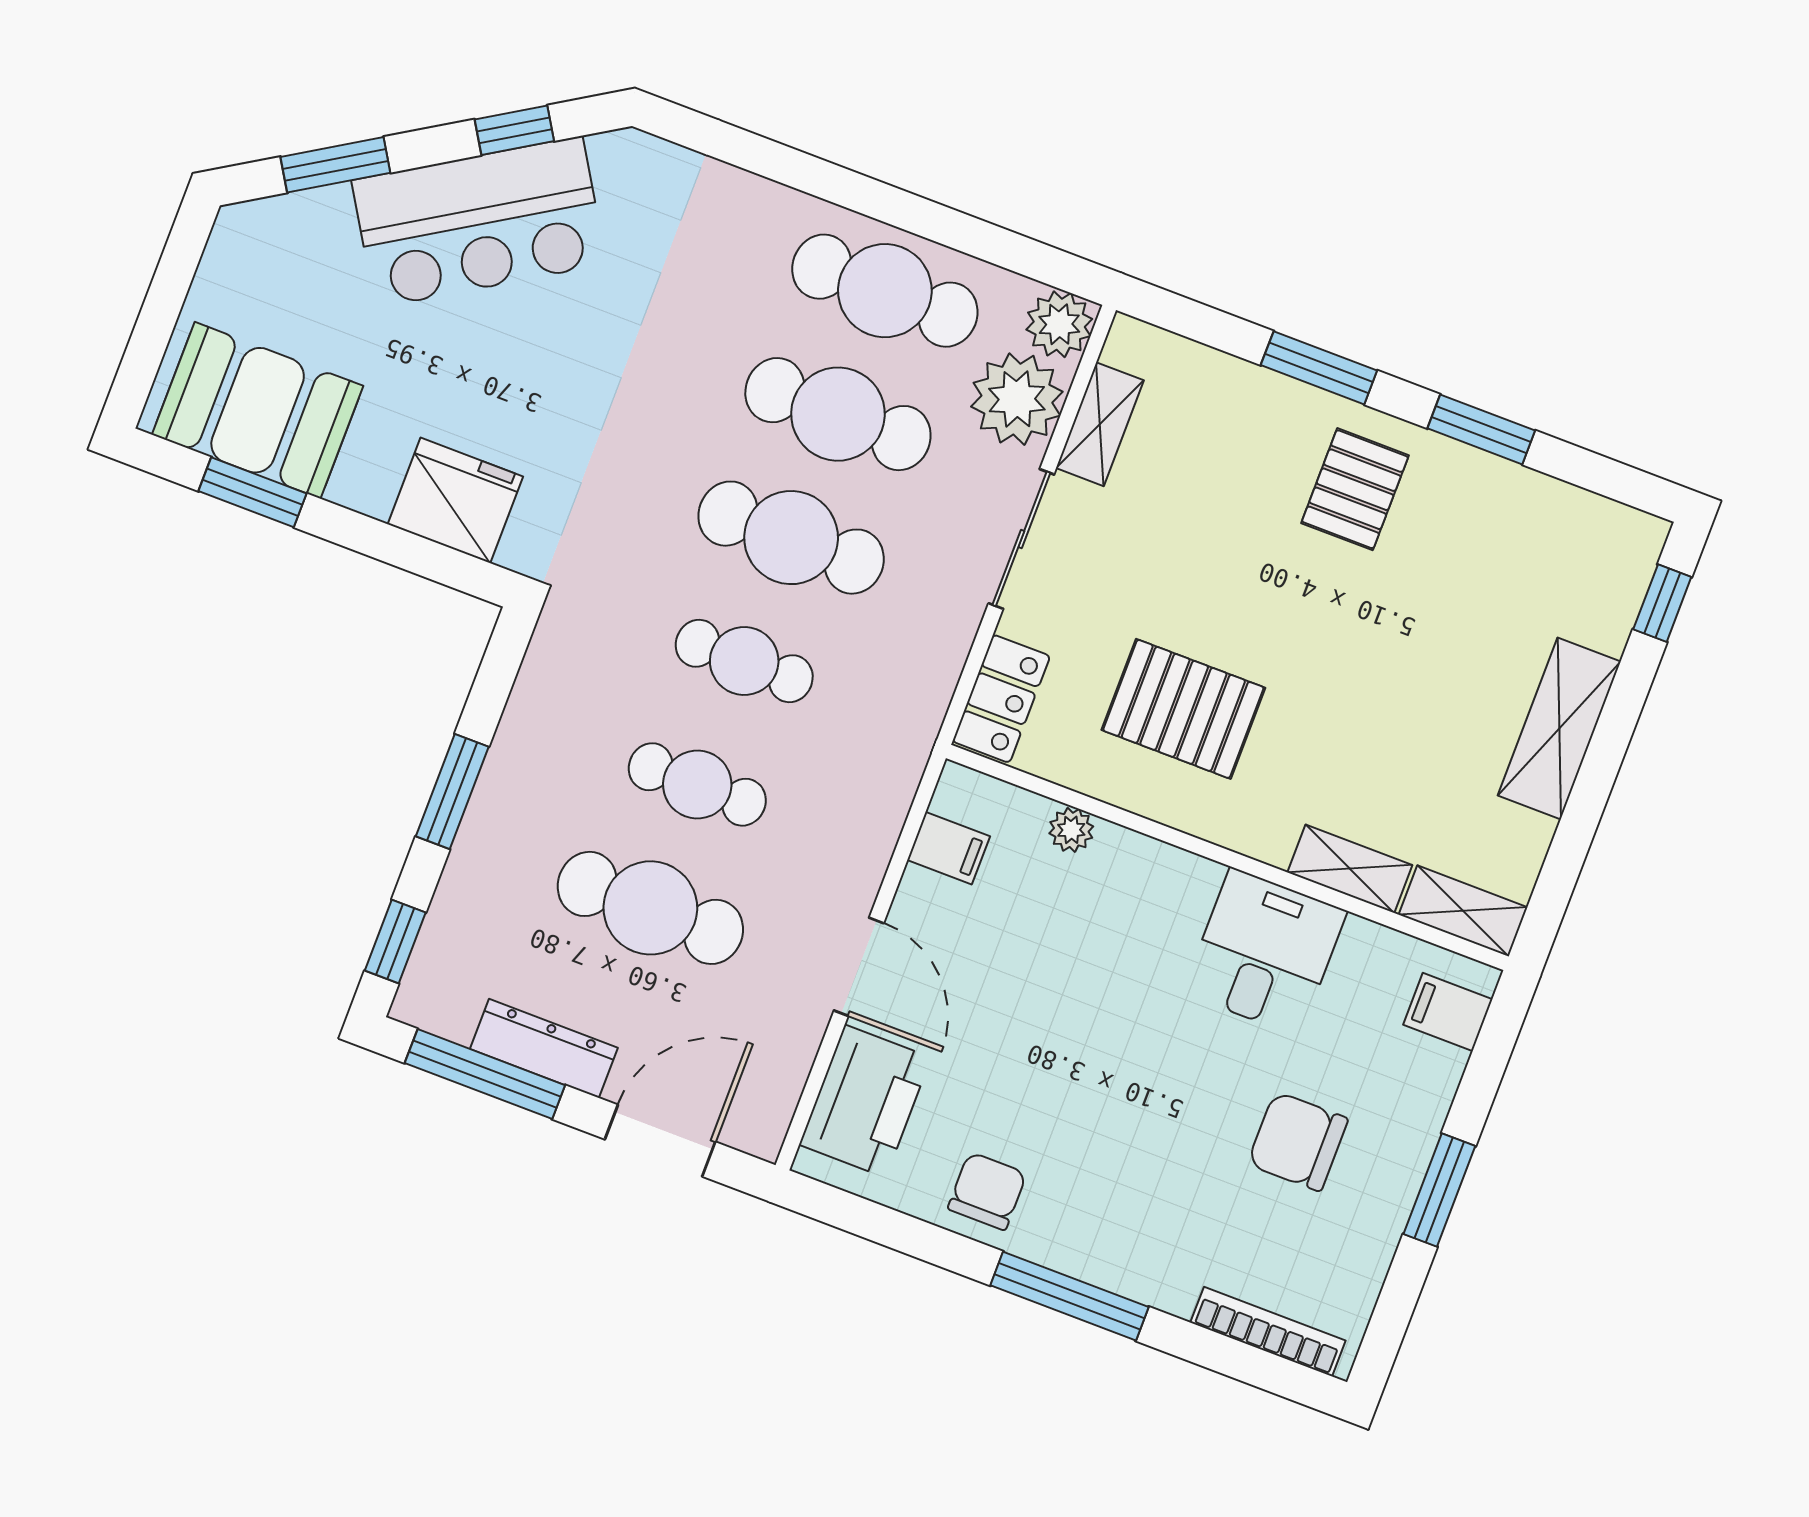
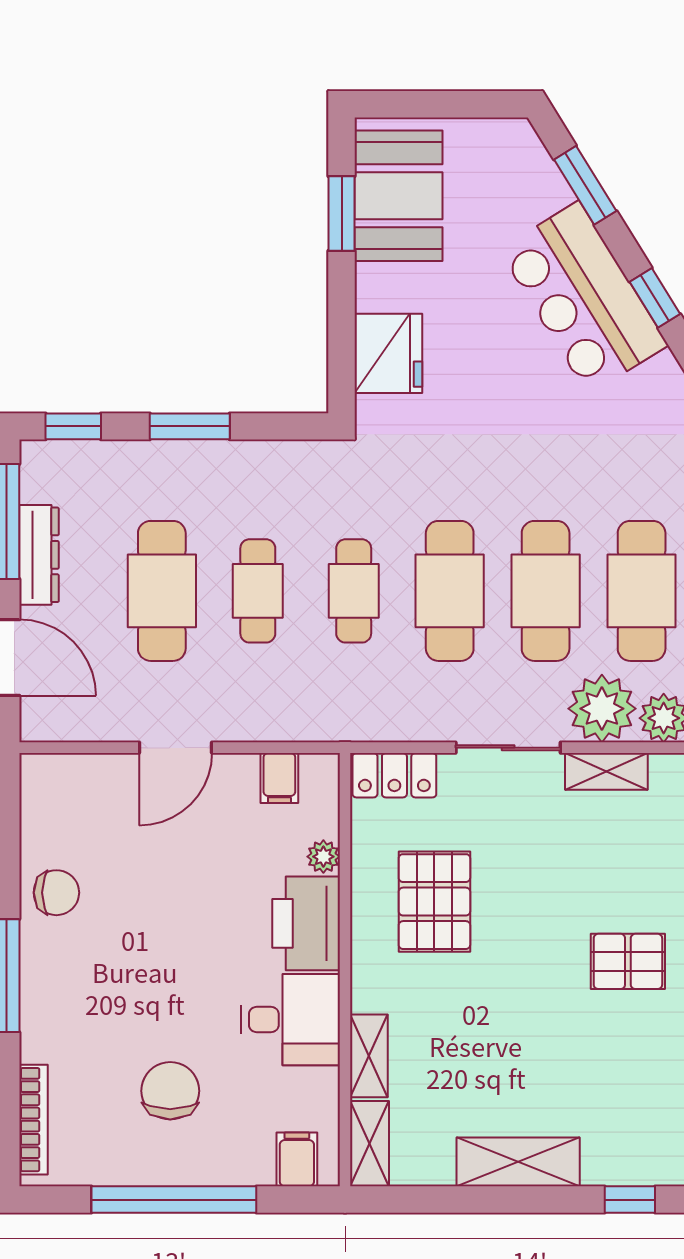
printer: (865, 1101) -> (306, 923), moved, turned 90
window: (1439, 1190) -> (174, 1200), width x2.11

